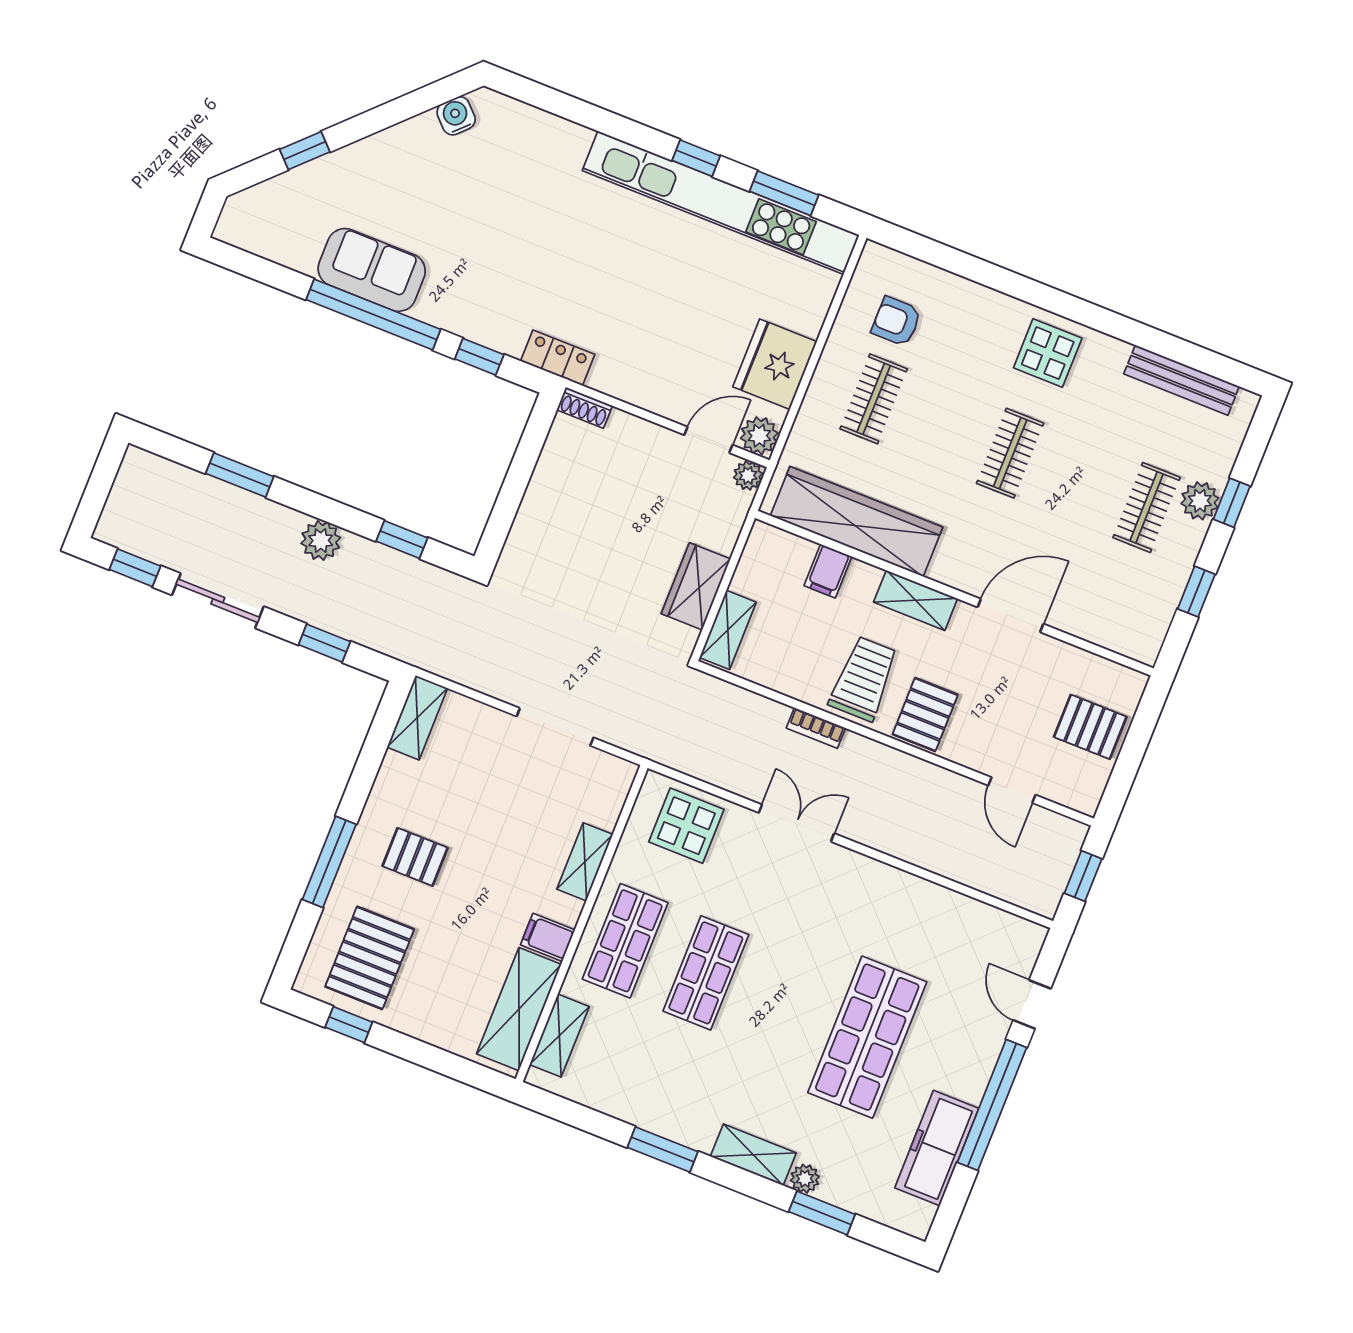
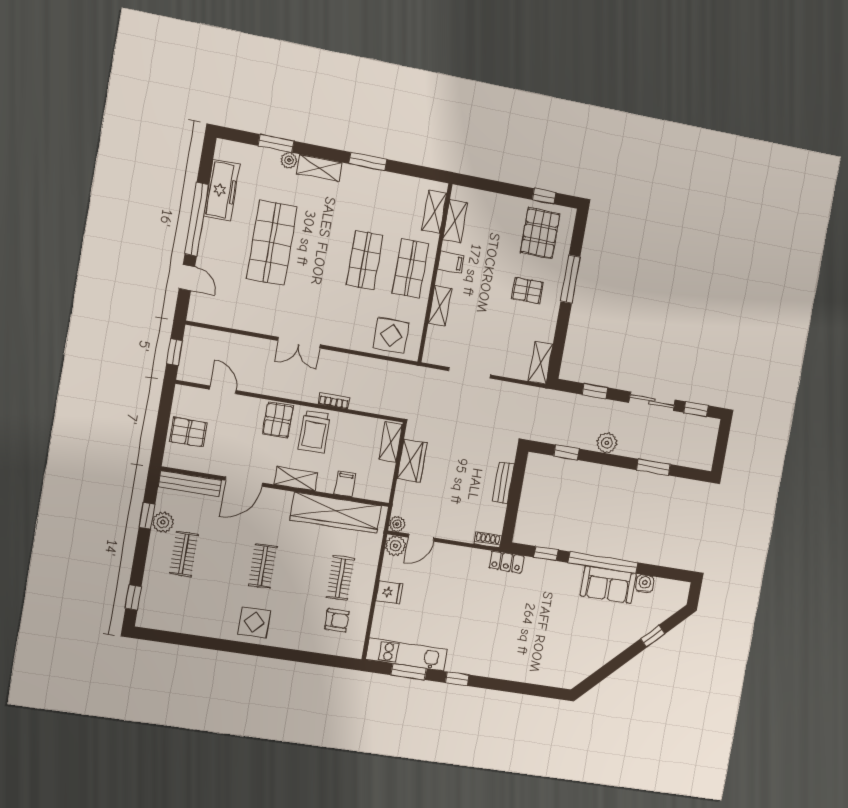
water cooler: (456, 116) -> (645, 584), moved, turned -135
kitchen unit: (721, 203) -> (407, 654), width x0.54
fridge: (775, 364) -> (390, 592), width x0.53, depth x0.75
bench: (1182, 380) -> (190, 483), moved
plant: (1200, 501) -> (163, 522), moved
window: (1232, 503) -> (133, 598), moved
bench: (533, 508) -> (503, 483), added
double door: (797, 823) -> (299, 343), moved
shelving: (519, 1009) -> (455, 221), width x0.67, depth x0.75

